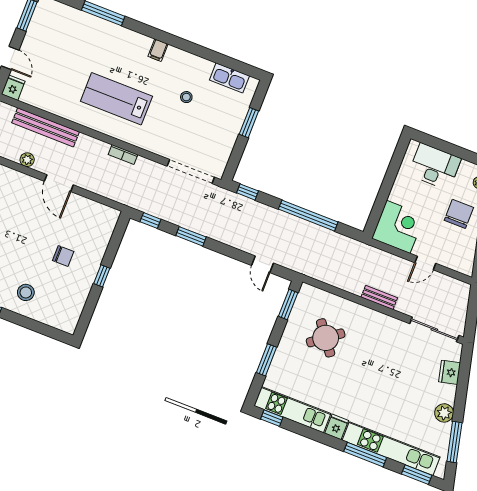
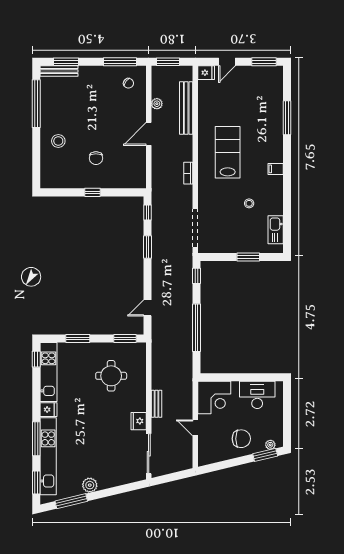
desk: (435, 166) -> (257, 395), moved, turned -90
round table: (326, 338) -> (111, 376), turned 37
fridge: (450, 372) -> (139, 421), moved, turned -77

